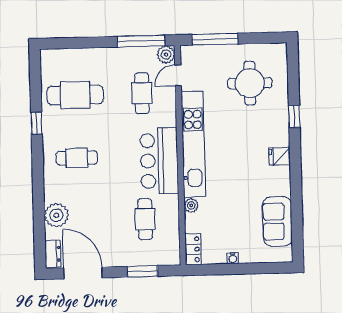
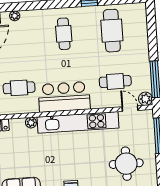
plant: (56, 215) -> (15, 16), width x0.53, depth x0.53

